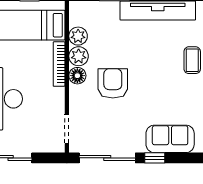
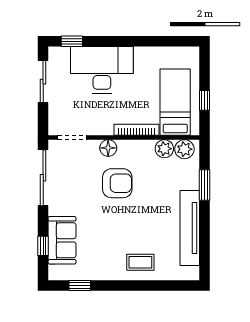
plant: (79, 56) -> (184, 149), moved
floor lamp: (77, 76) -> (108, 148), moved
window: (155, 158) -> (43, 246), moved

